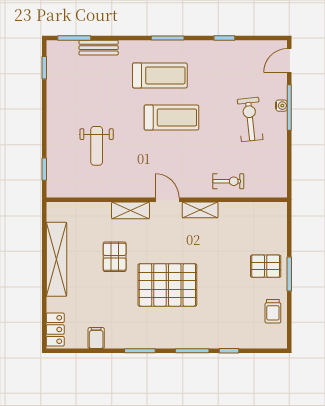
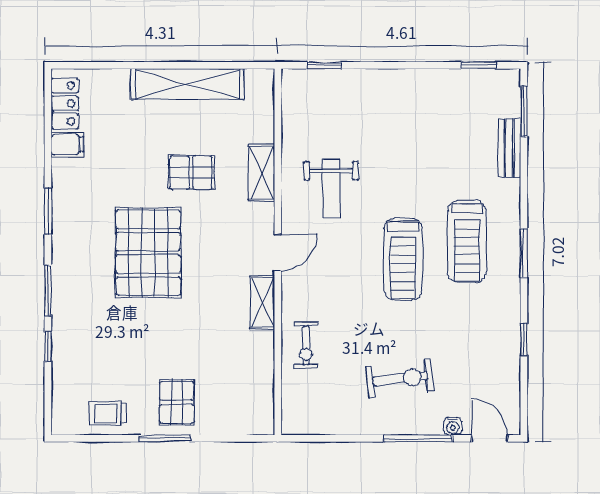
water cooler: (281, 106) -> (453, 426), moved
weight bench: (97, 146) -> (331, 189), moved, turned -90
shelving: (130, 210) -> (262, 173), moved
locker: (55, 330) -> (65, 103), moved, turned -90

